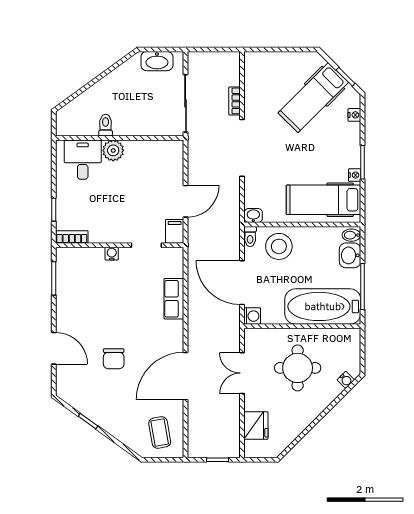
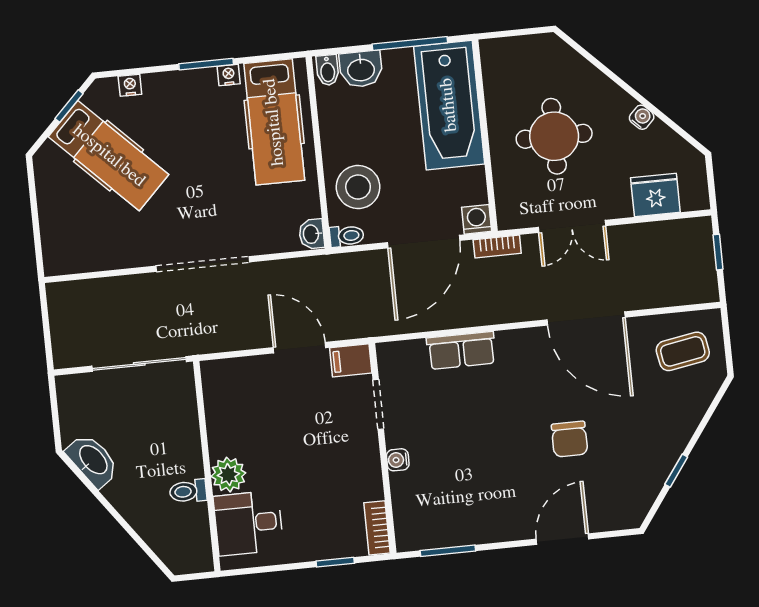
washbasin: (157, 61) -> (93, 460), moved, turned -36
bookcase: (234, 101) -> (497, 246), moved
chair: (114, 359) -> (570, 439), turned 90
water cooler: (346, 380) -> (642, 117), moved

